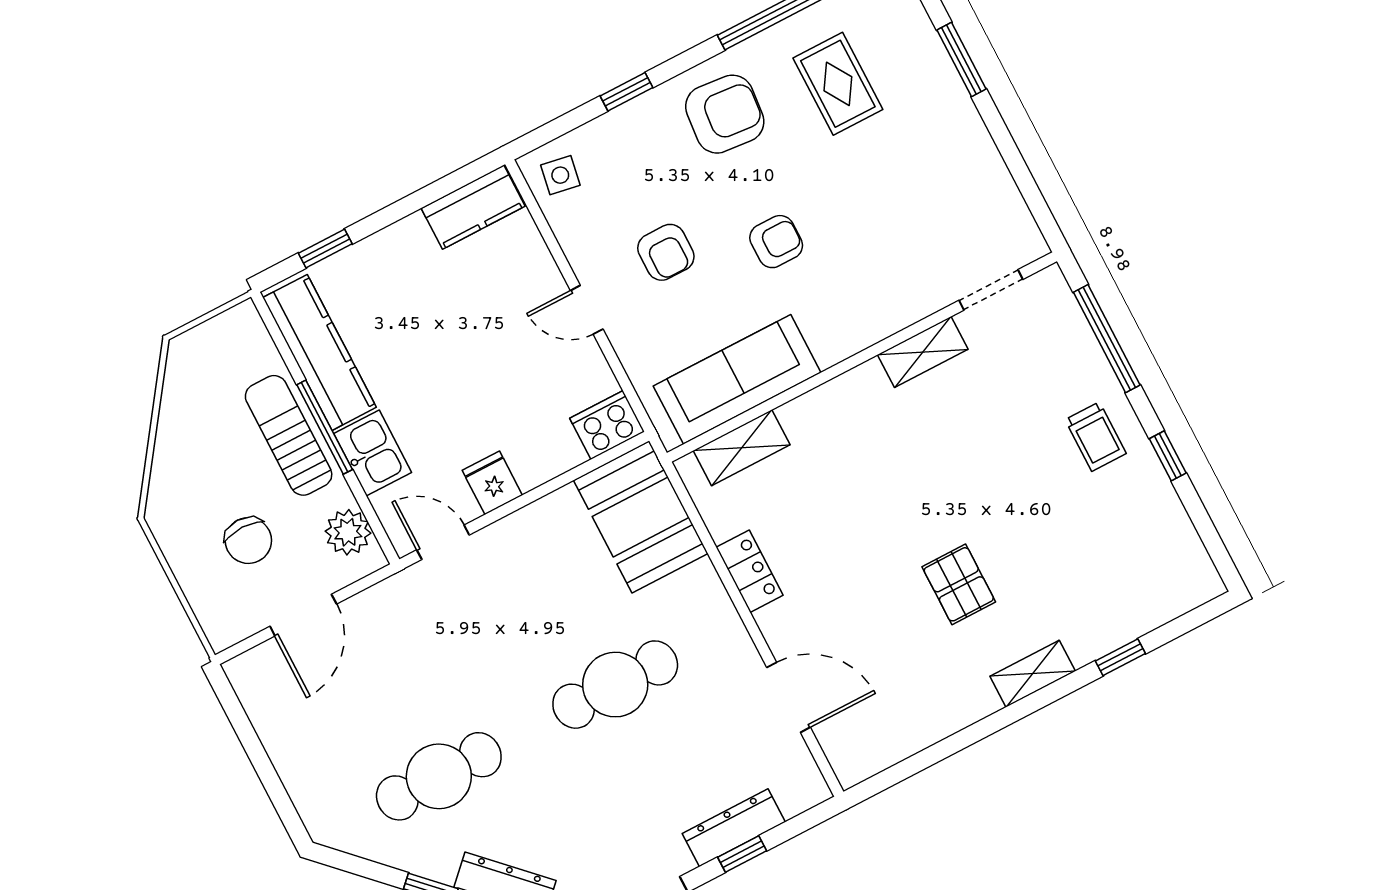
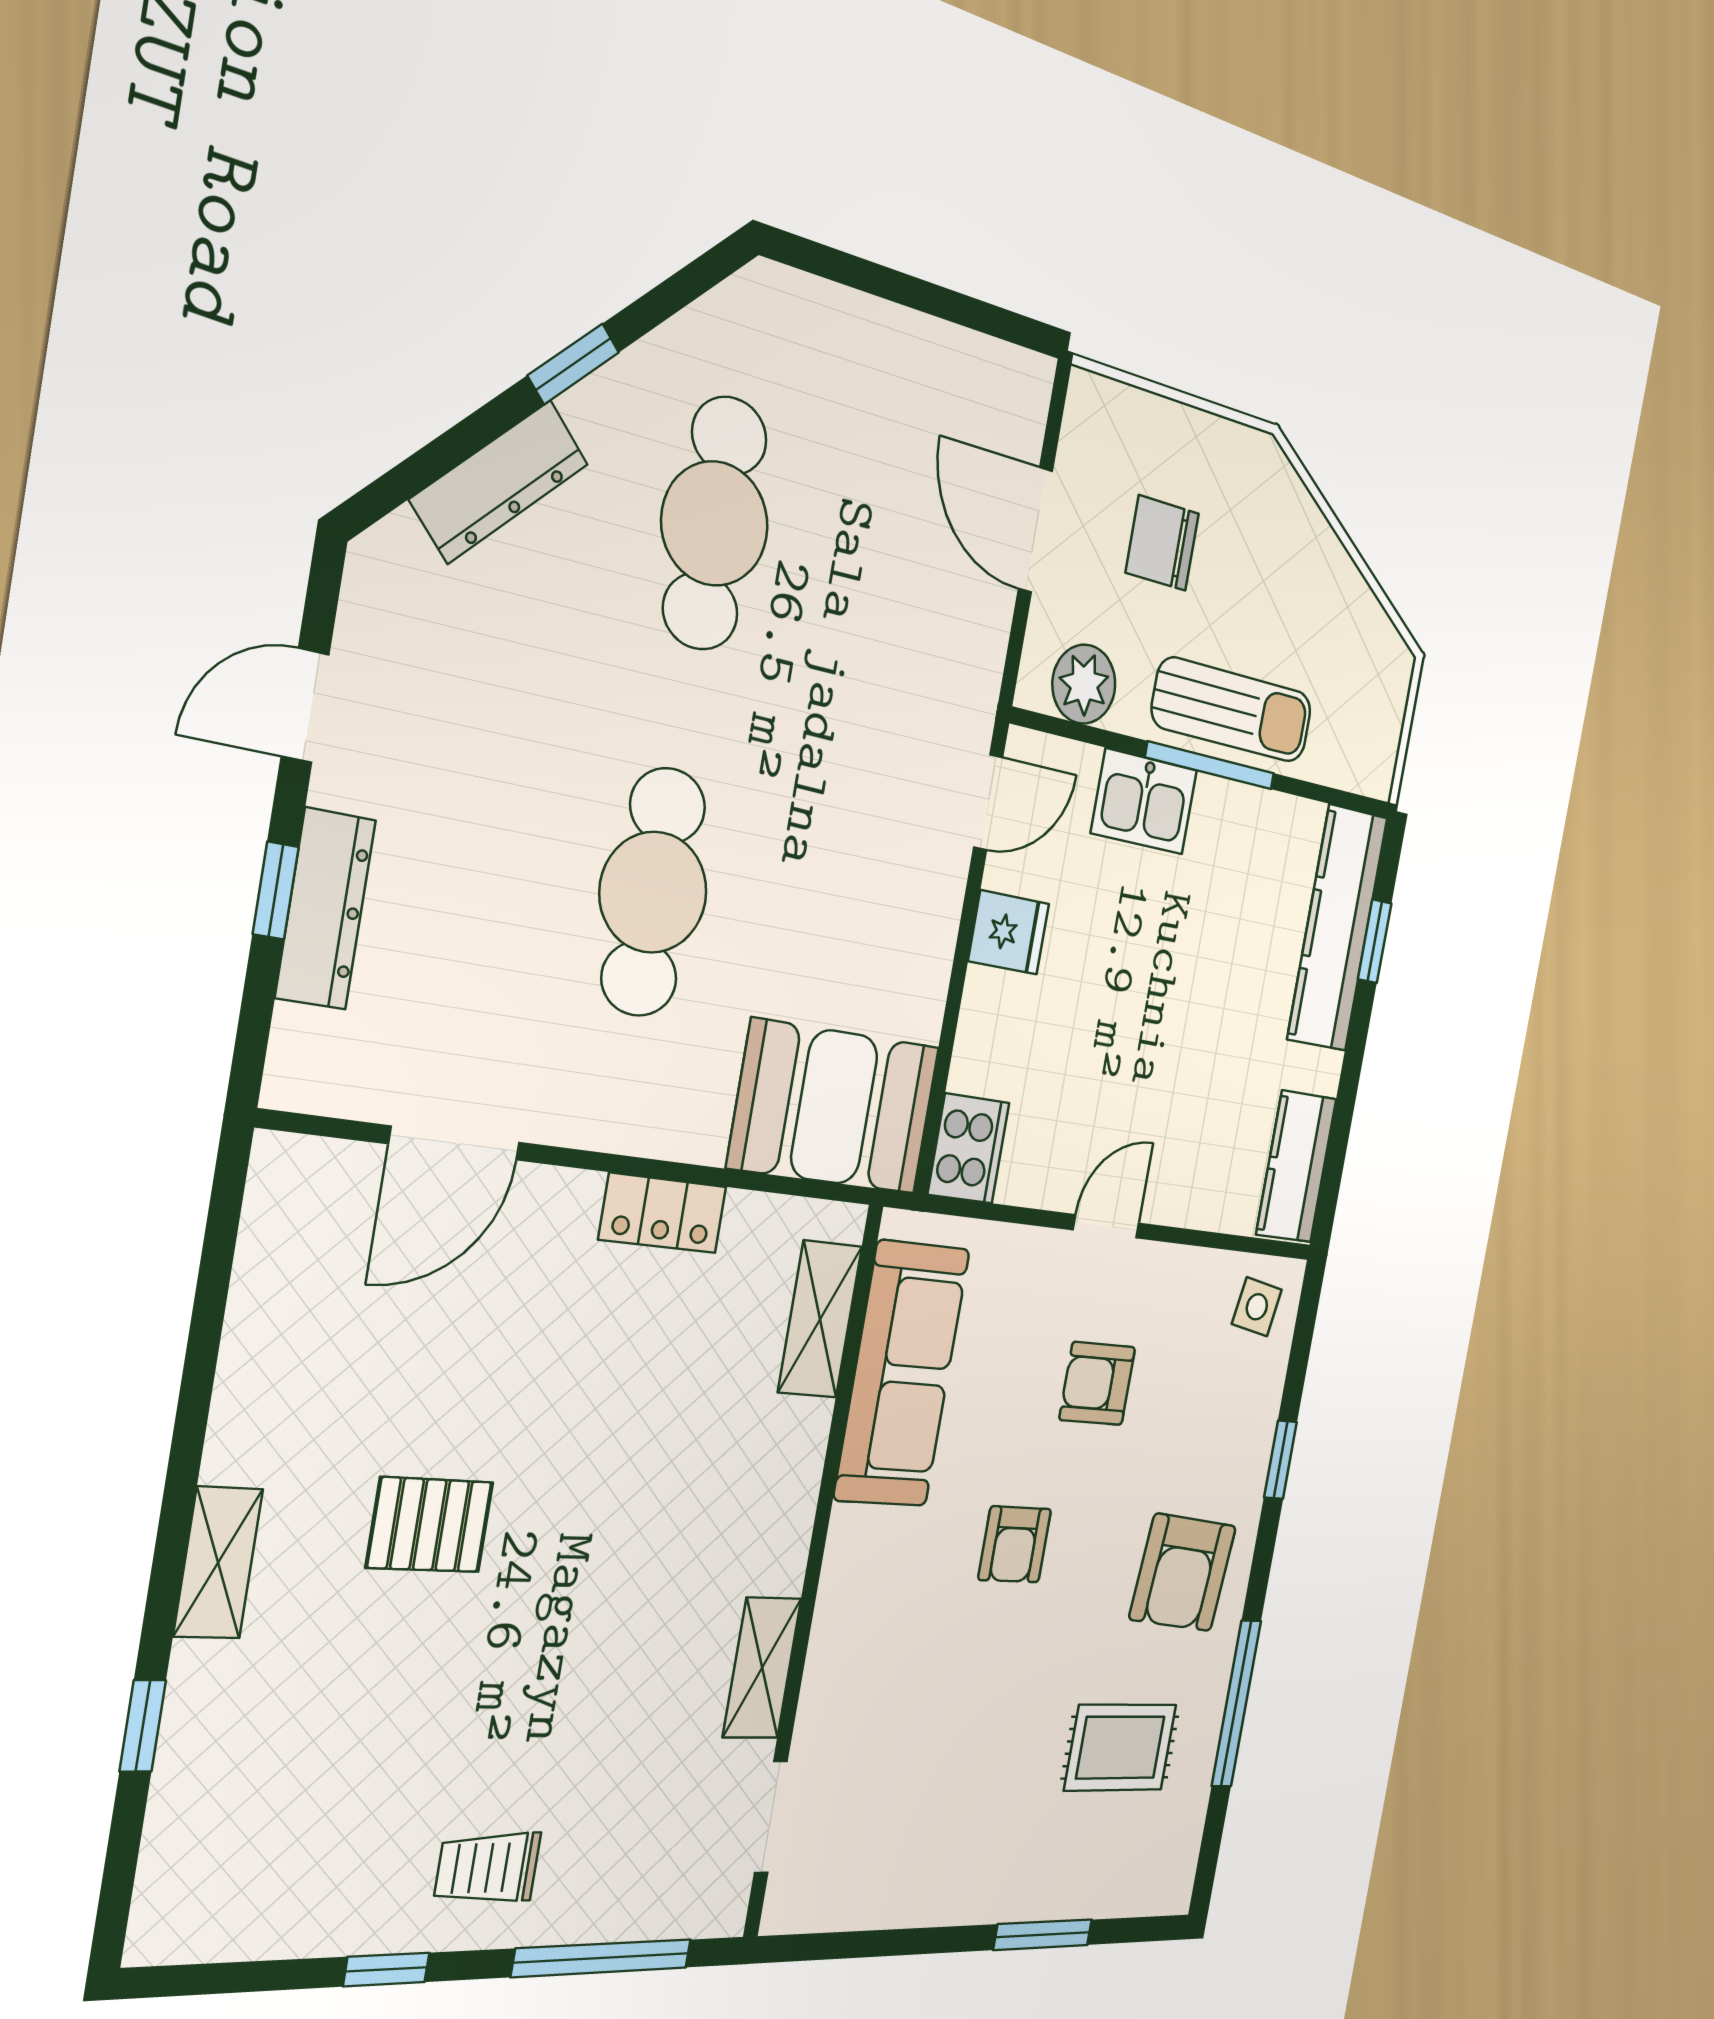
kitchen counter: (320, 352) -> (1337, 928), moved, turned 90

